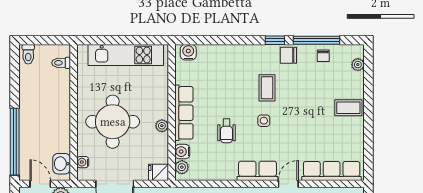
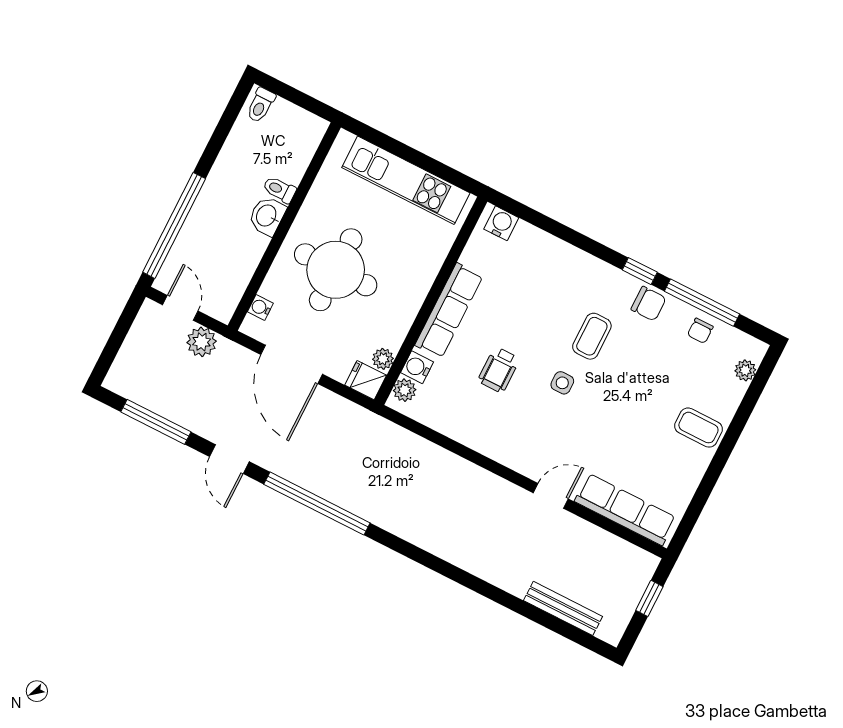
chair: (288, 55) -> (649, 304), turned 180
toilet: (61, 63) -> (279, 190), moved
plant: (162, 126) -> (383, 359), moved
washbasin: (62, 164) -> (267, 216), moved
row of seats: (258, 171) -> (515, 453), removed

